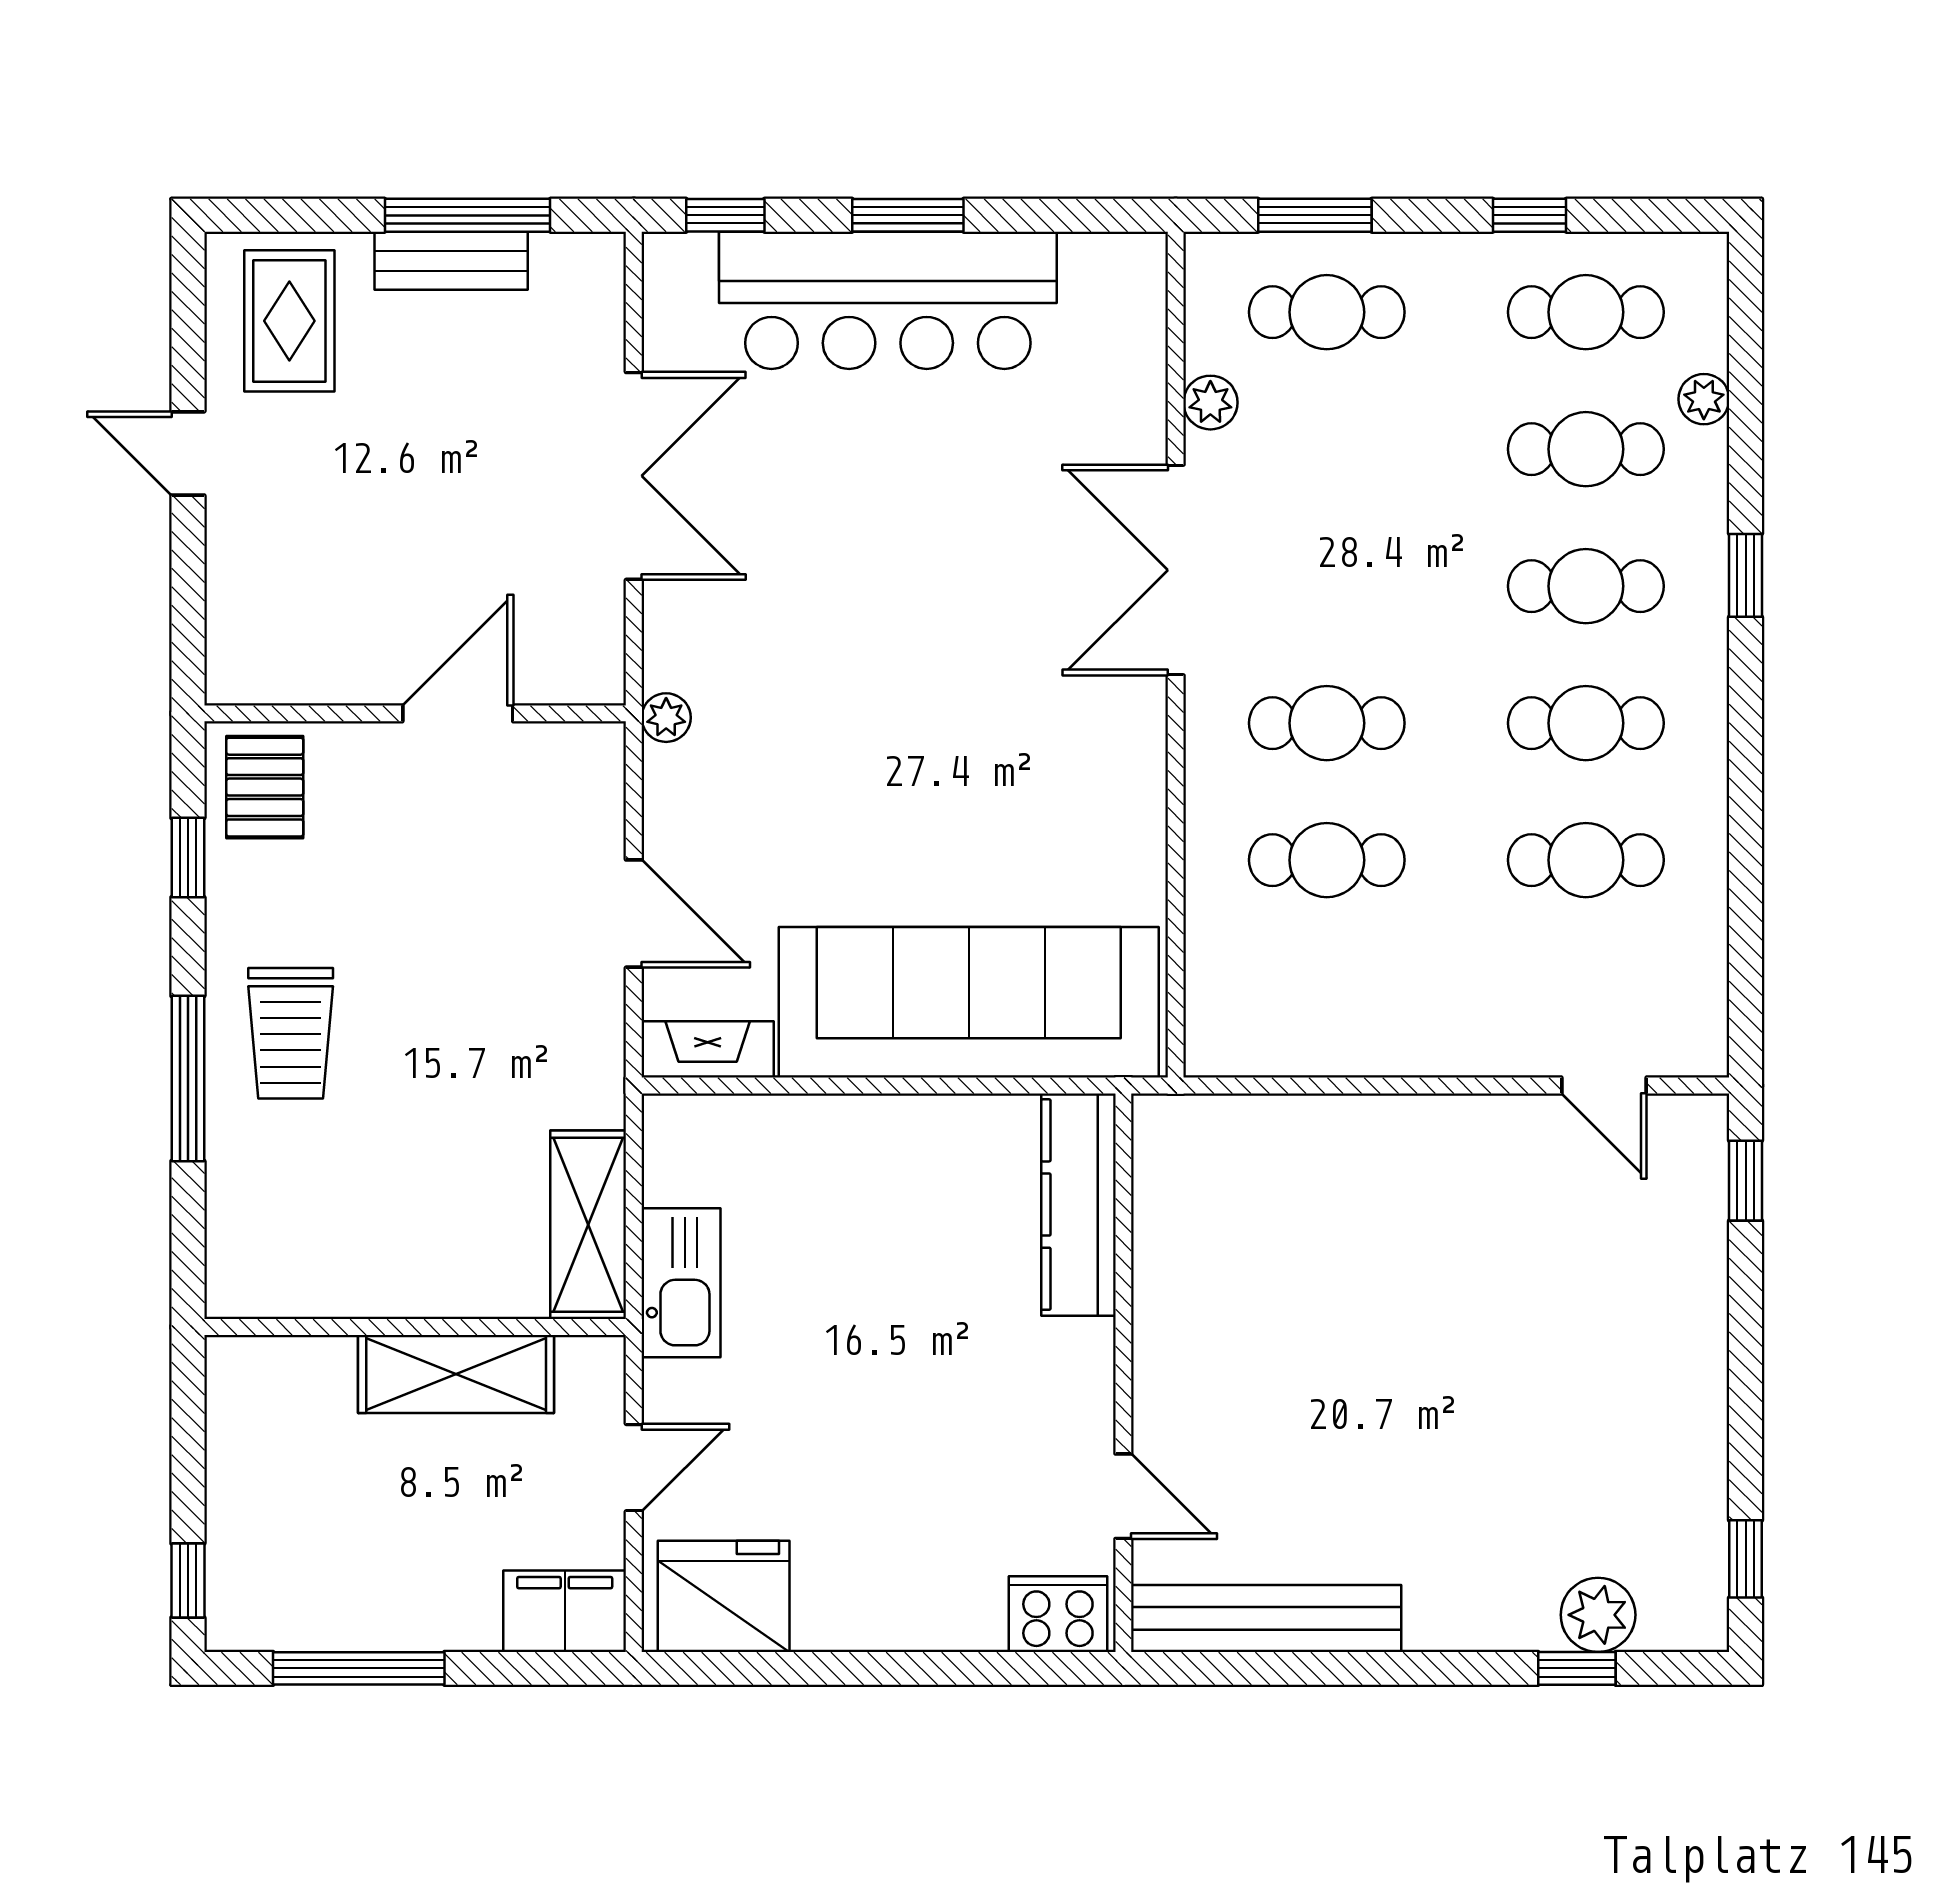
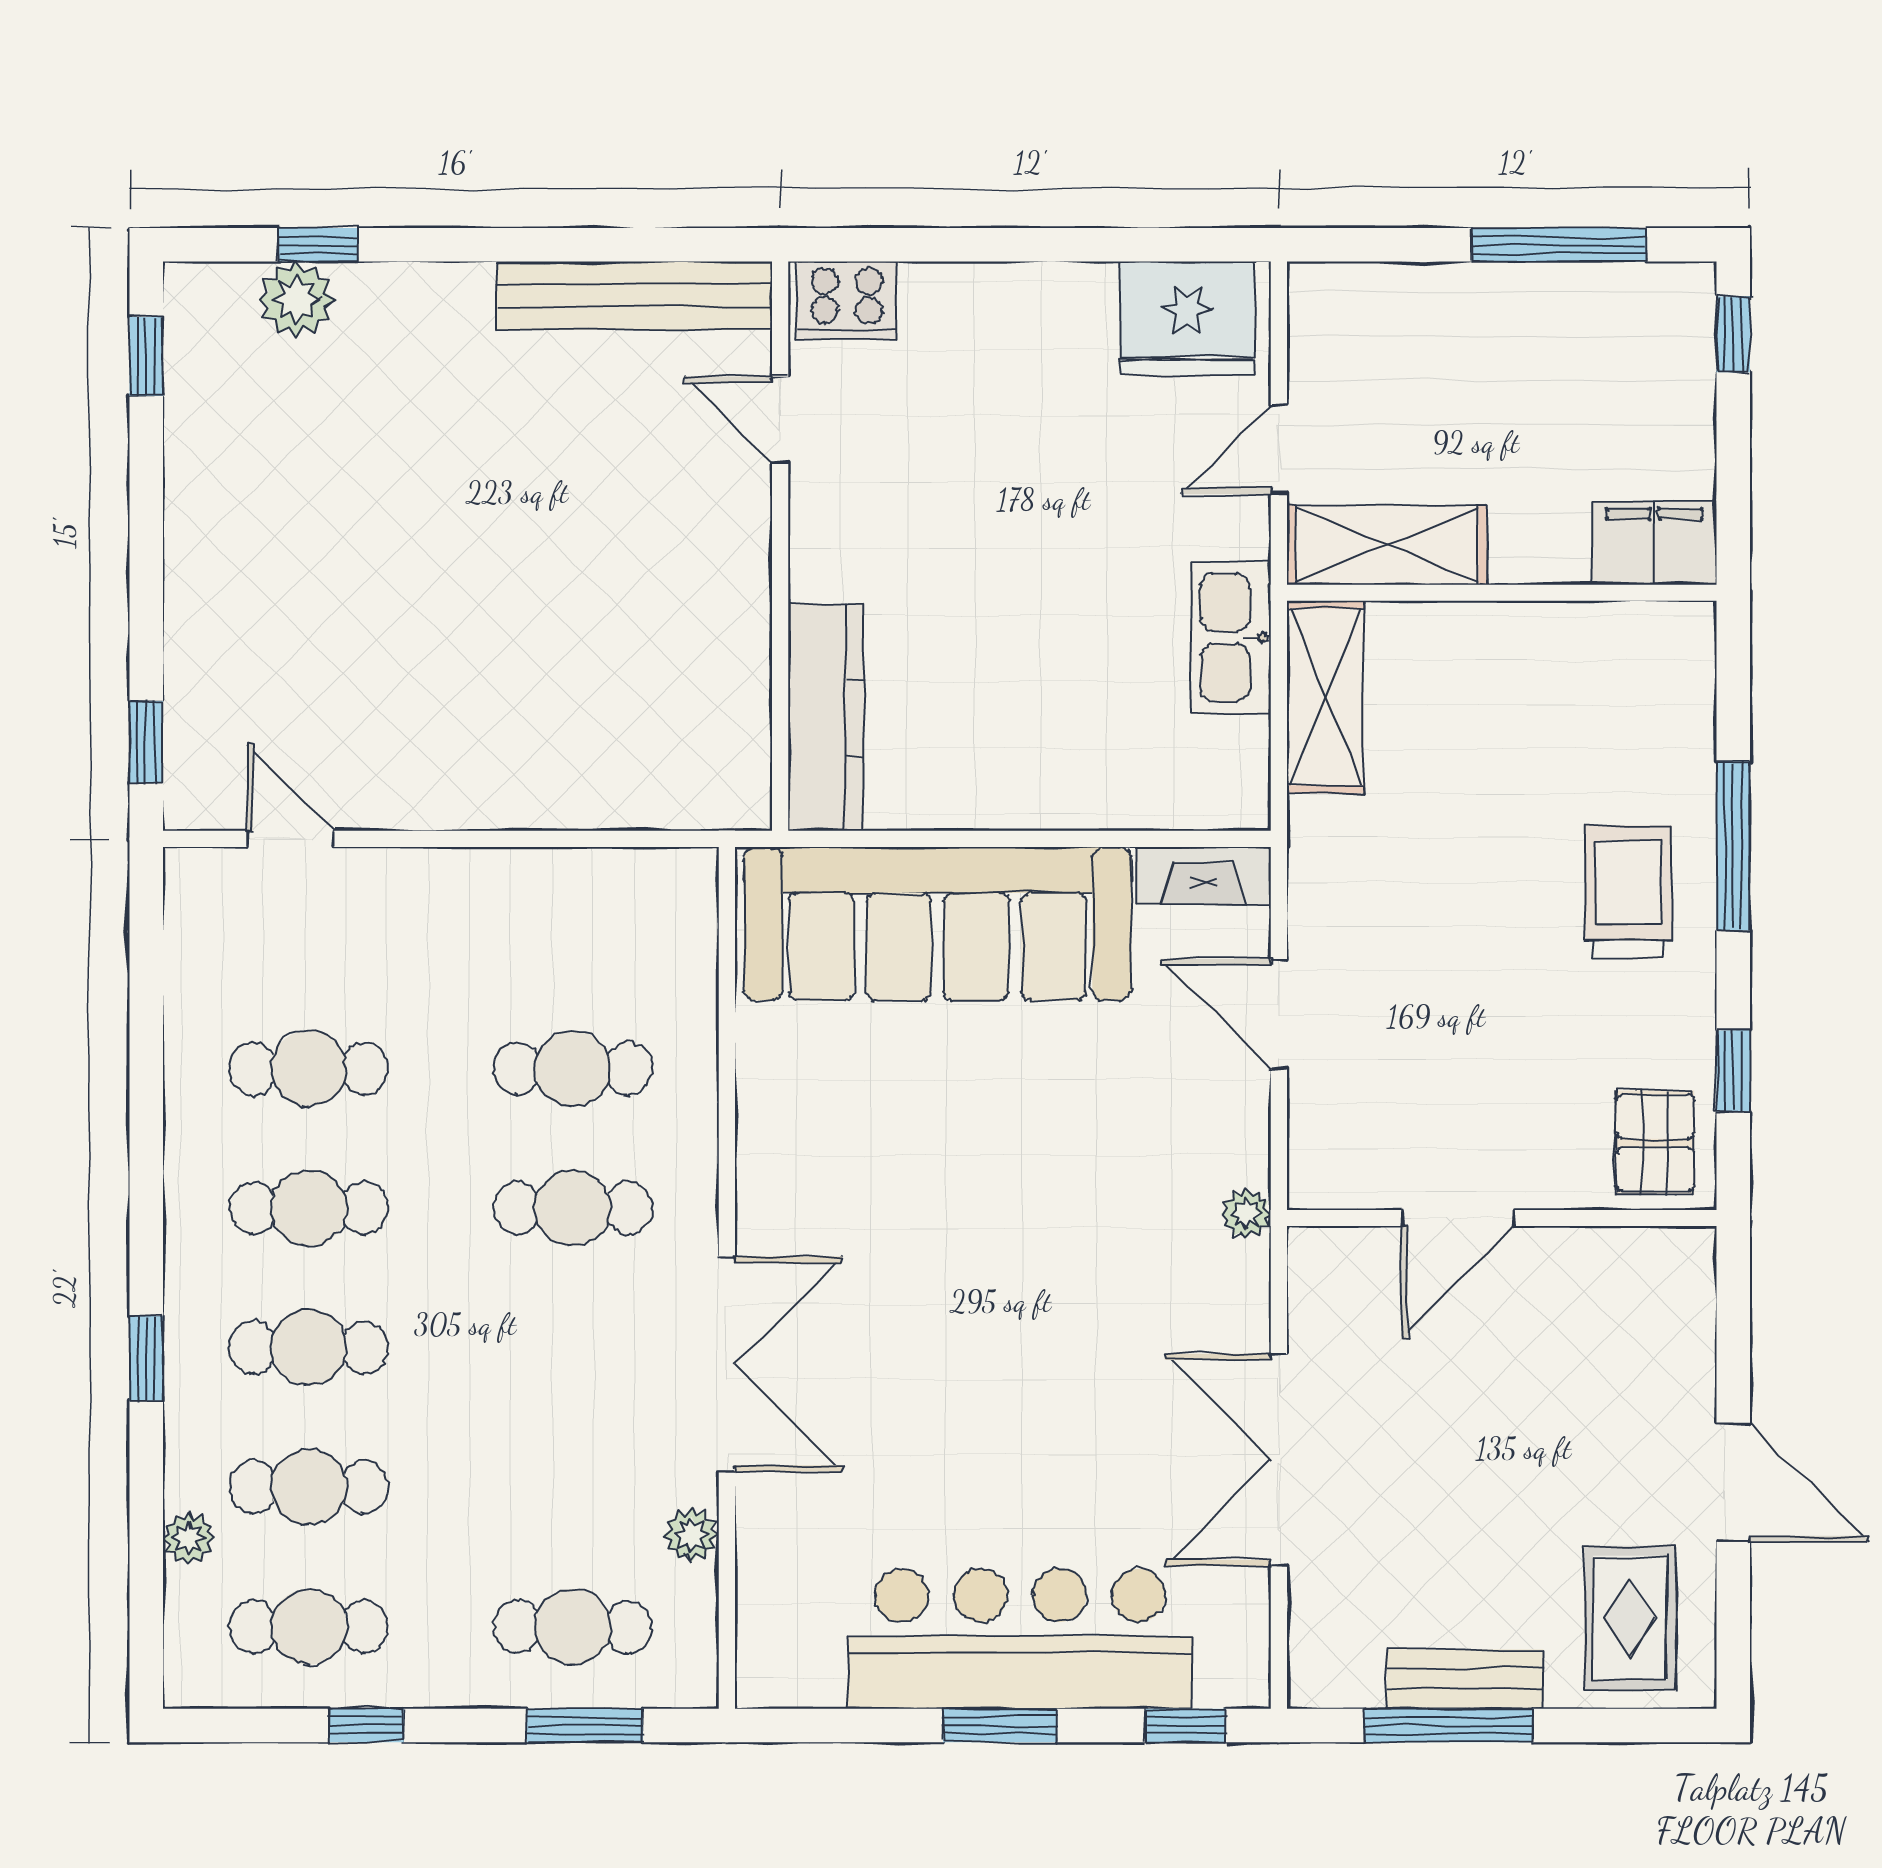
door: (188, 453) -> (1733, 1483), width x1.38
shelving: (456, 1374) -> (1387, 545), moved
filing cabinet: (565, 1611) -> (1654, 543), moved, turned 180

